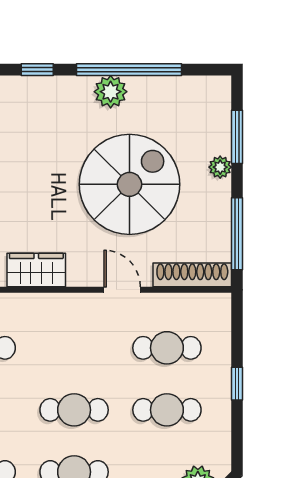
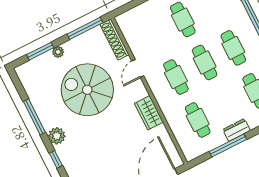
window: (129, 70) -> (34, 117), width x0.68
plant: (111, 92) -> (57, 136), moved
cafe table: (167, 348) -> (176, 77), moved

